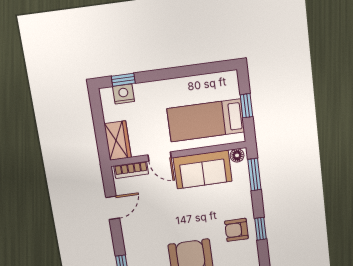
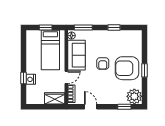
window: (123, 80) -> (23, 78), moved
nightstand: (124, 94) -> (31, 79), moved
armchair: (236, 230) -> (103, 64), moved

